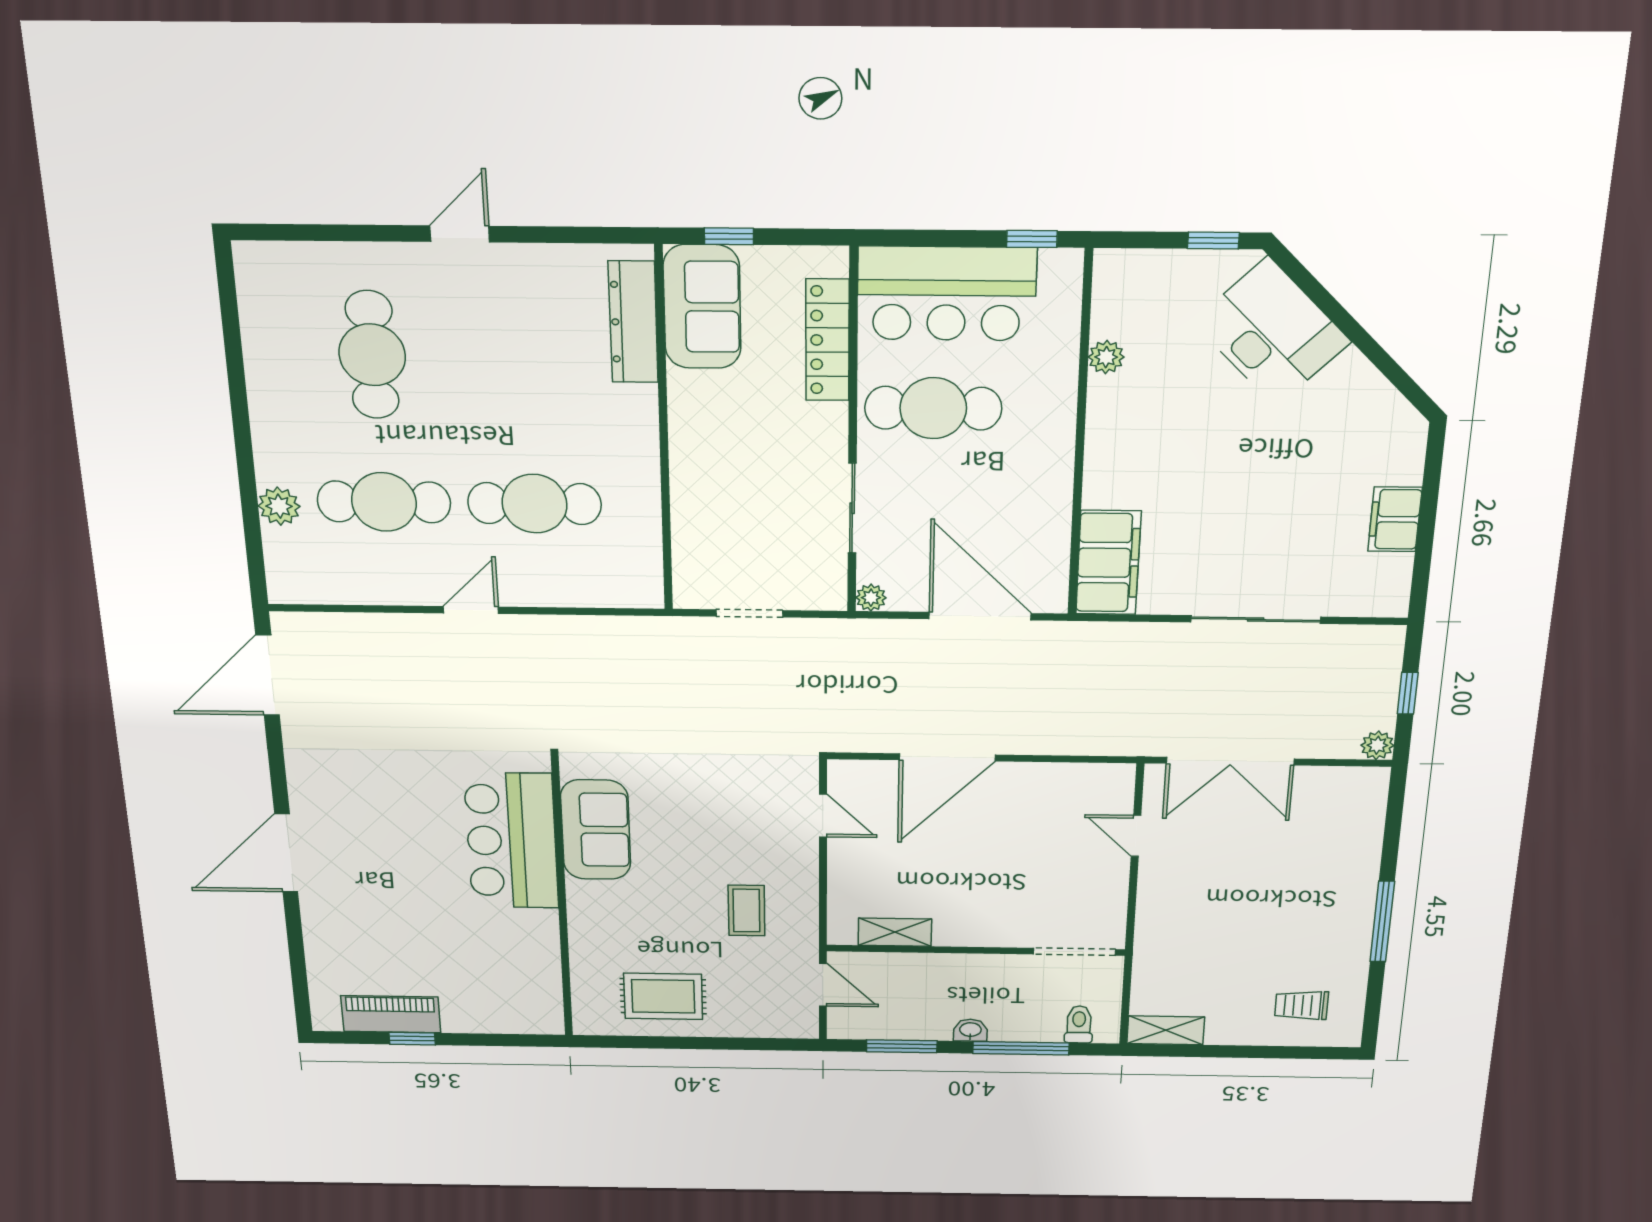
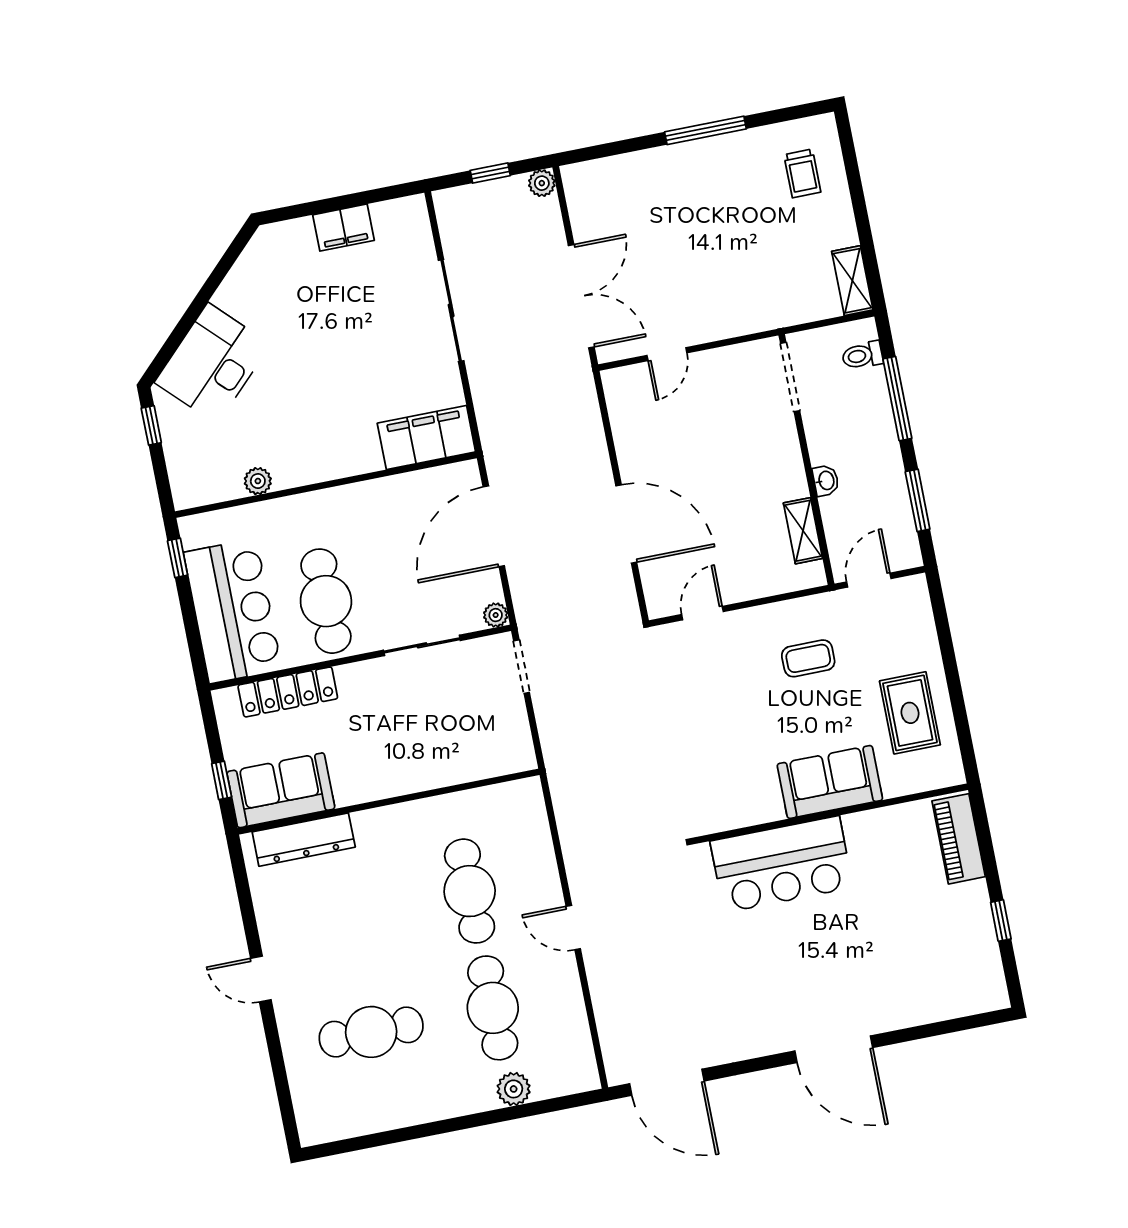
doorway: (749, 613) -> (522, 667), moved
sofa: (596, 830) -> (830, 782), moved
piano: (391, 1014) -> (959, 839), moved
washbasin: (970, 1030) -> (826, 481), moved, turned 180

